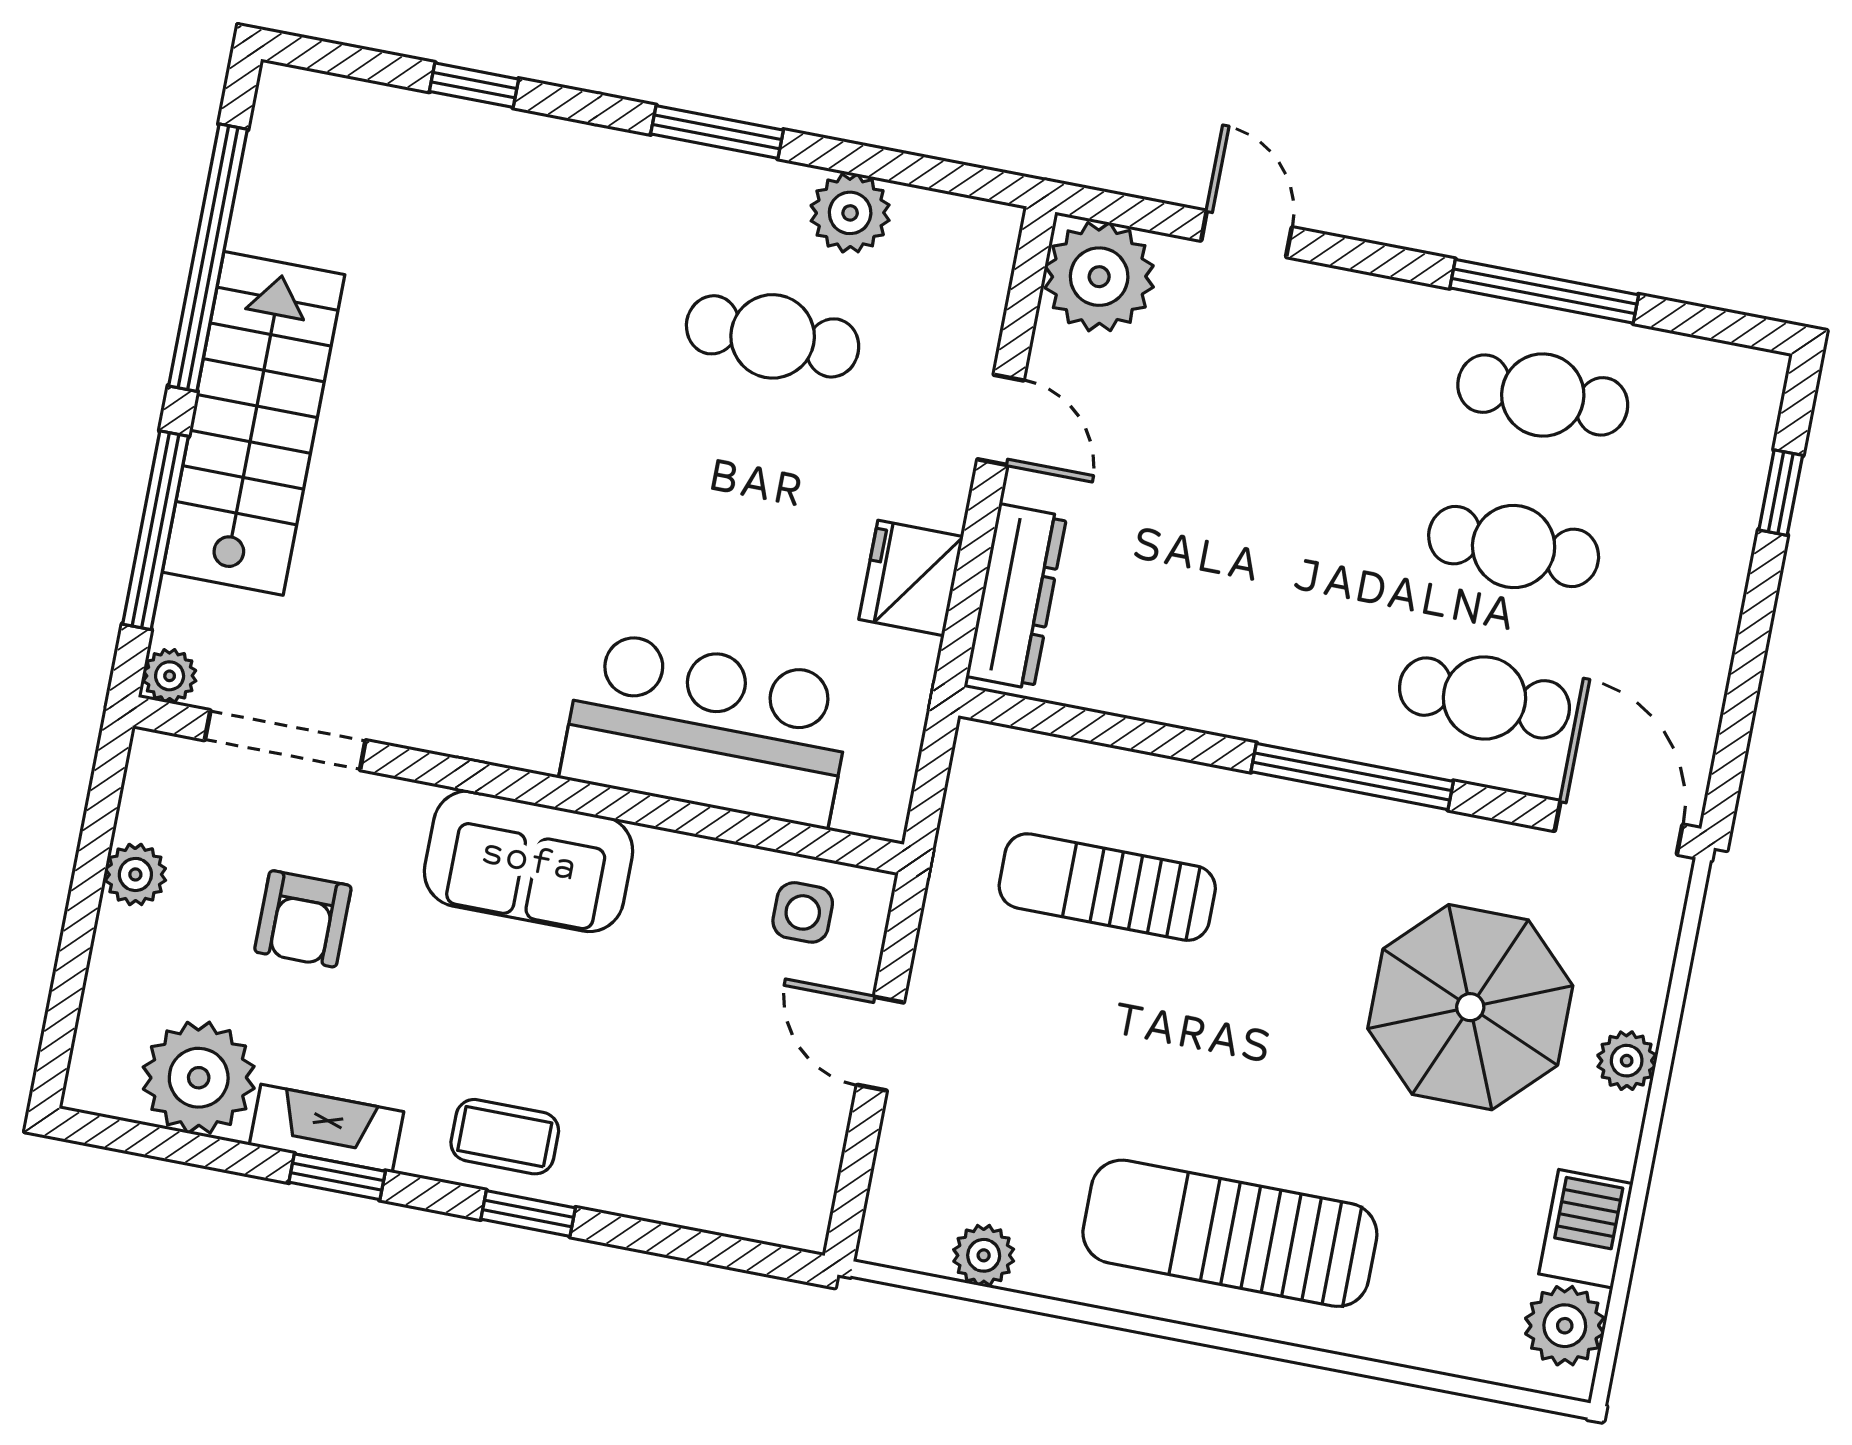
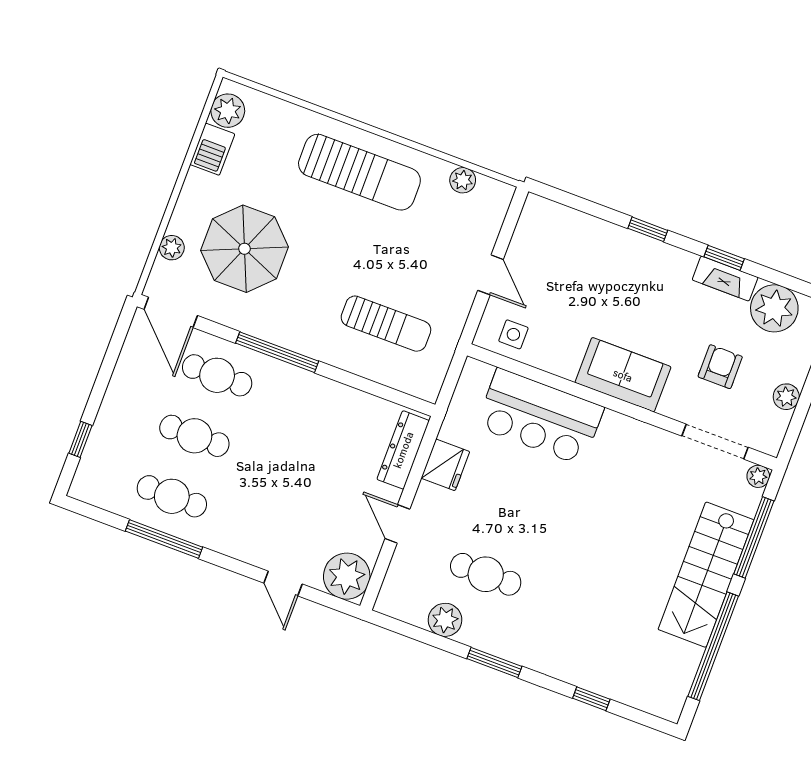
plant: (1627, 1061) -> (172, 248), moved
coffee table: (505, 1137) -> (652, 263), removed

